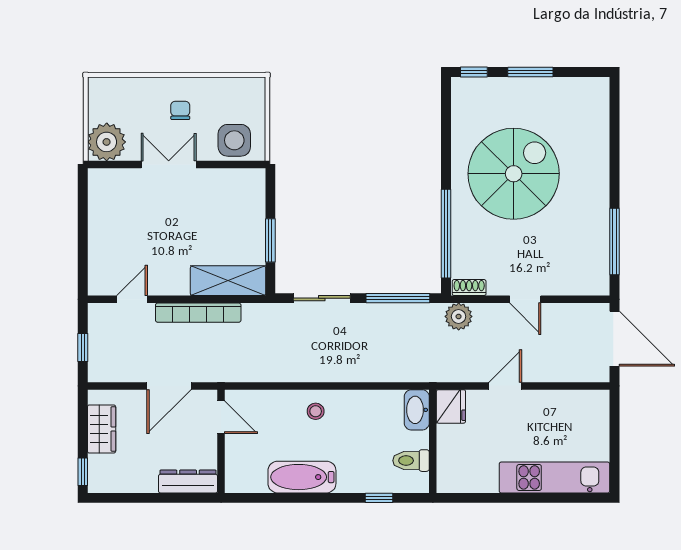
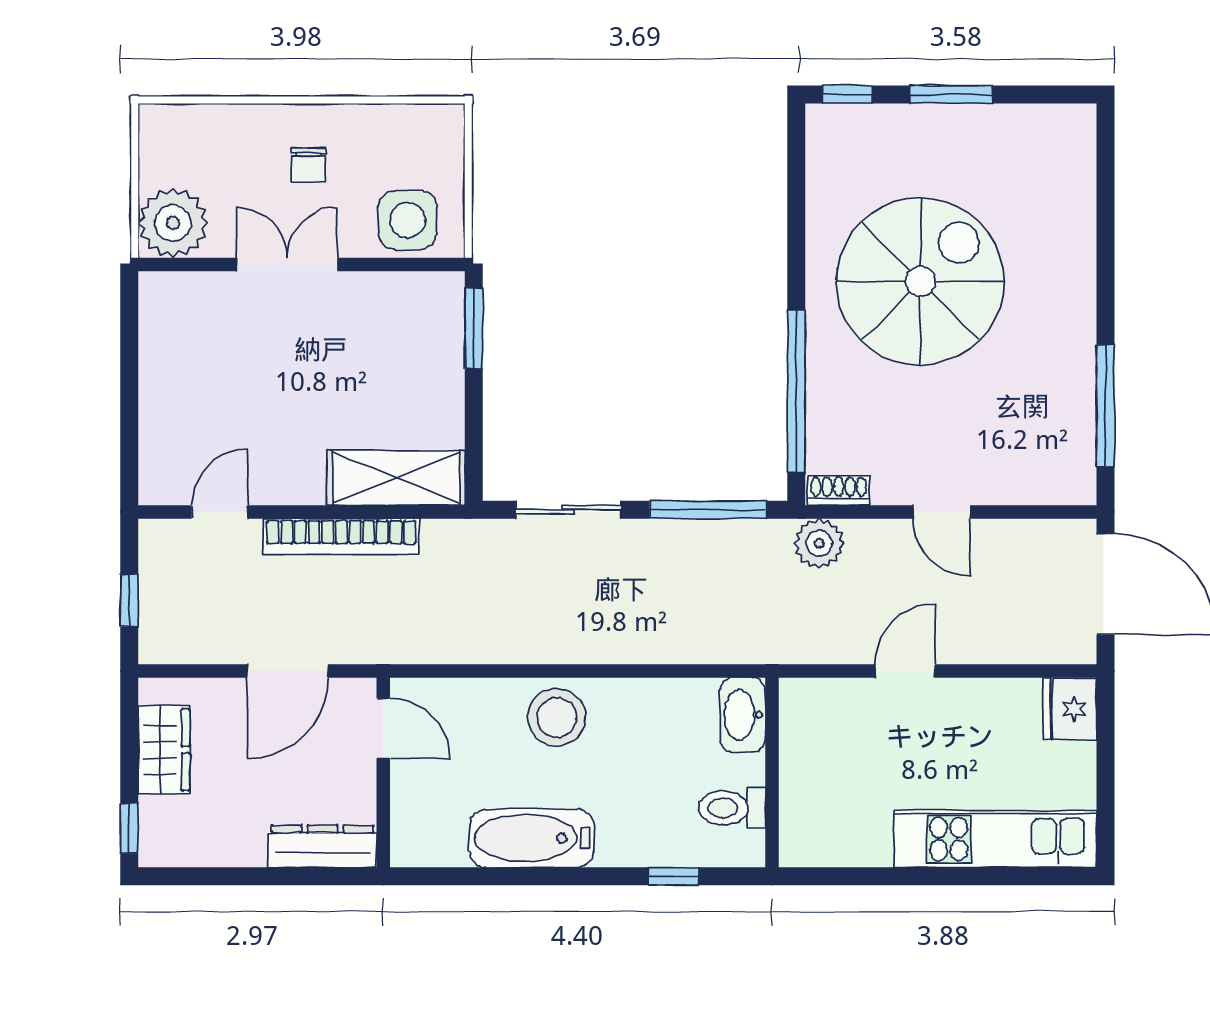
chair: (180, 110) -> (308, 165), turned 180
window: (270, 240) -> (474, 329), moved
fridge: (451, 406) -> (1070, 709), moved, turned 180
stool: (316, 411) -> (557, 717), width x1.89, depth x1.89

